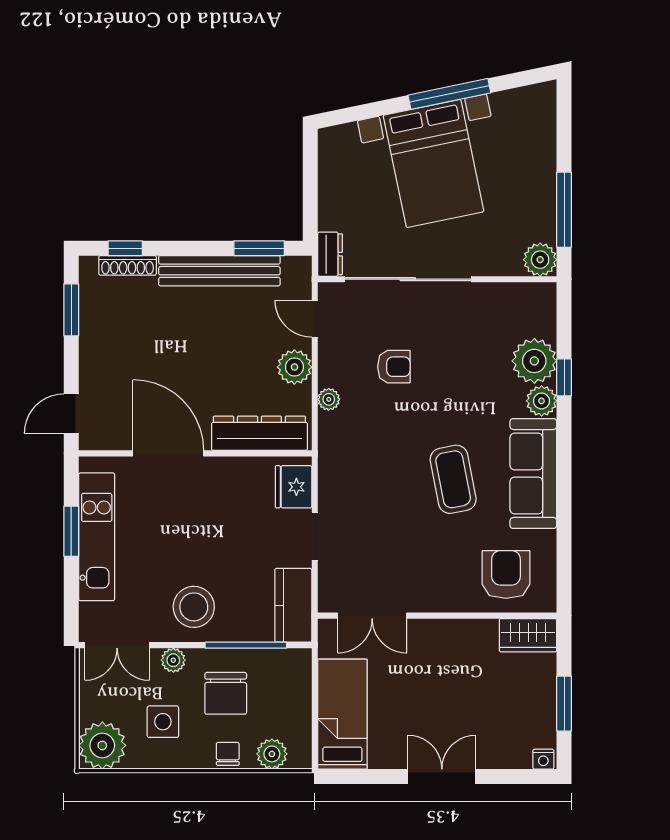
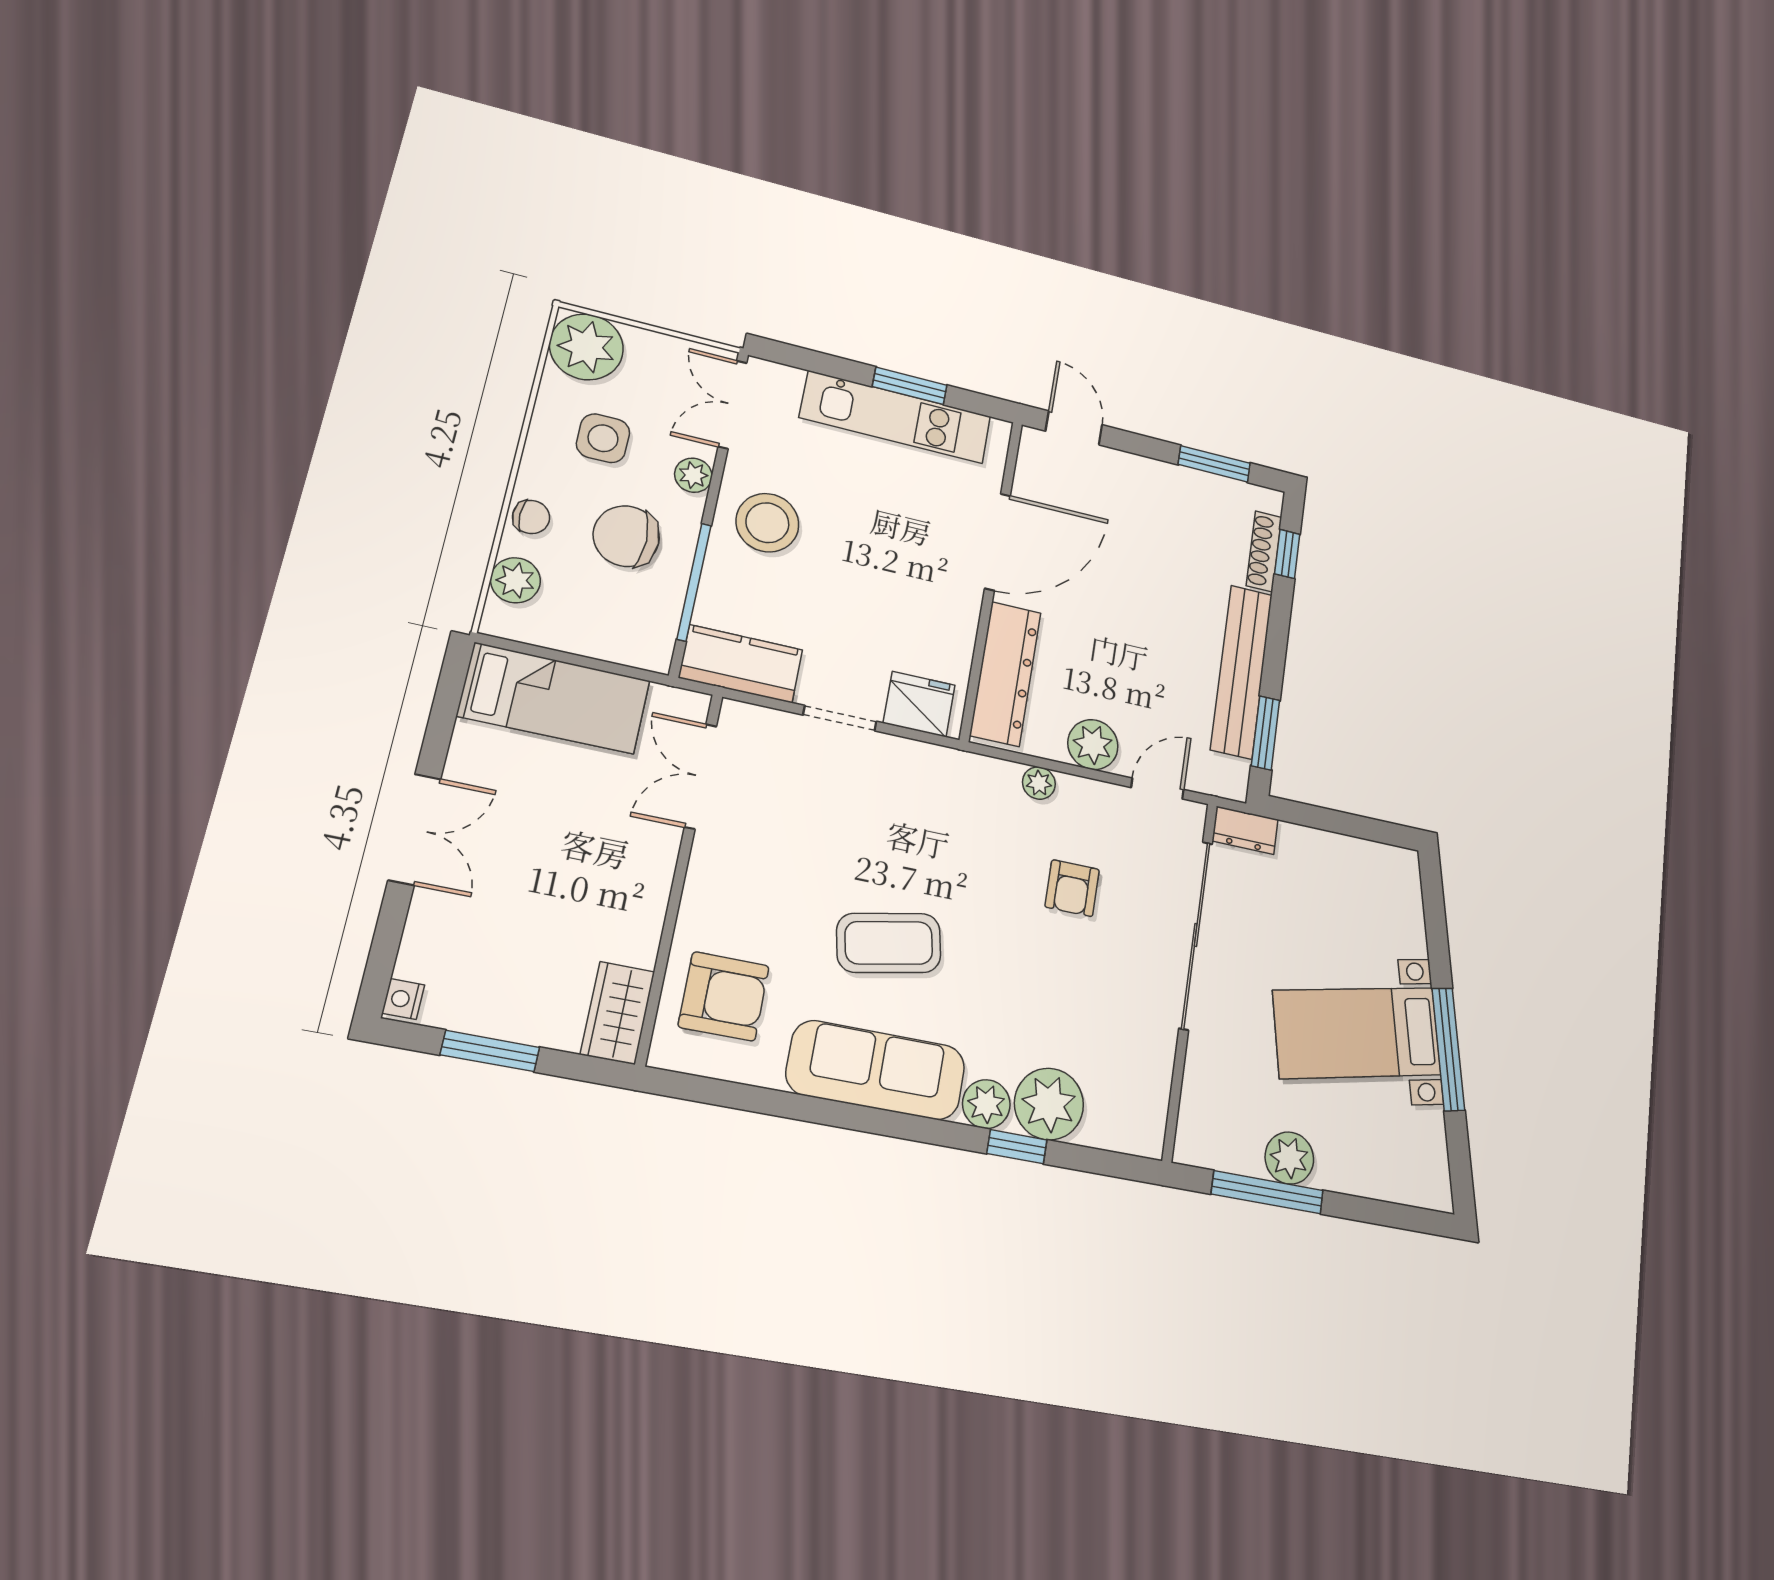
bed with nightstands: (434, 163) -> (1357, 1033), width x0.73
plant: (540, 260) -> (1289, 1158), moved

